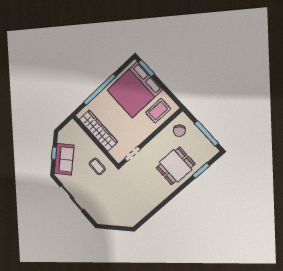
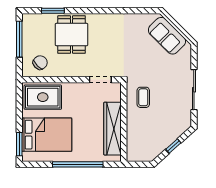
bed: (135, 90) -> (47, 135), width x0.73
rug: (158, 111) -> (43, 97), width x1.36, depth x1.43
sofa: (64, 159) -> (167, 36), moved, turned -93
dining table: (176, 166) -> (72, 35), turned 90

